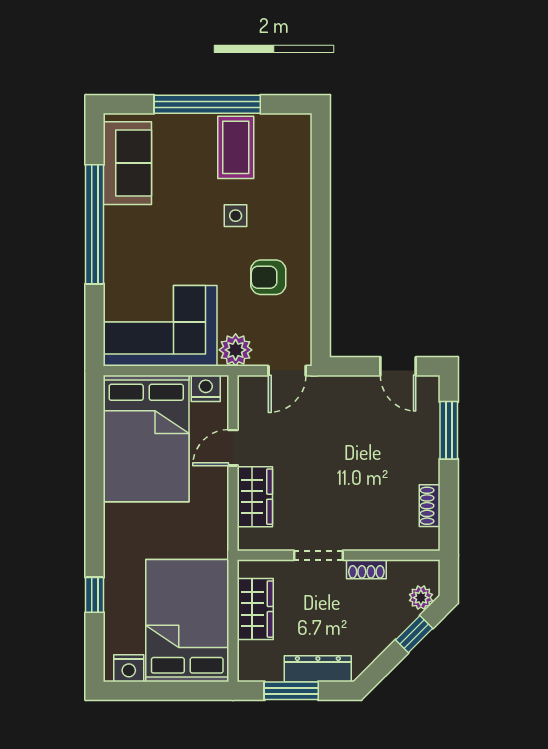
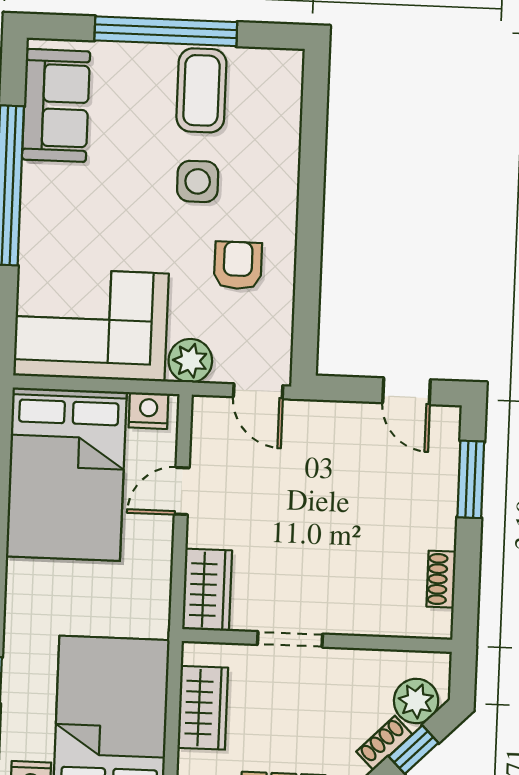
side table: (236, 216) -> (198, 181), width x1.37, depth x1.37
armchair: (268, 277) -> (238, 265), turned 90
door: (287, 371) -> (258, 391), hinge flipped
wardrobe: (255, 497) -> (207, 590), moved
shoe rack: (366, 569) -> (384, 743), moved, turned 135
plant: (421, 598) -> (416, 701), width x1.38, depth x1.38

